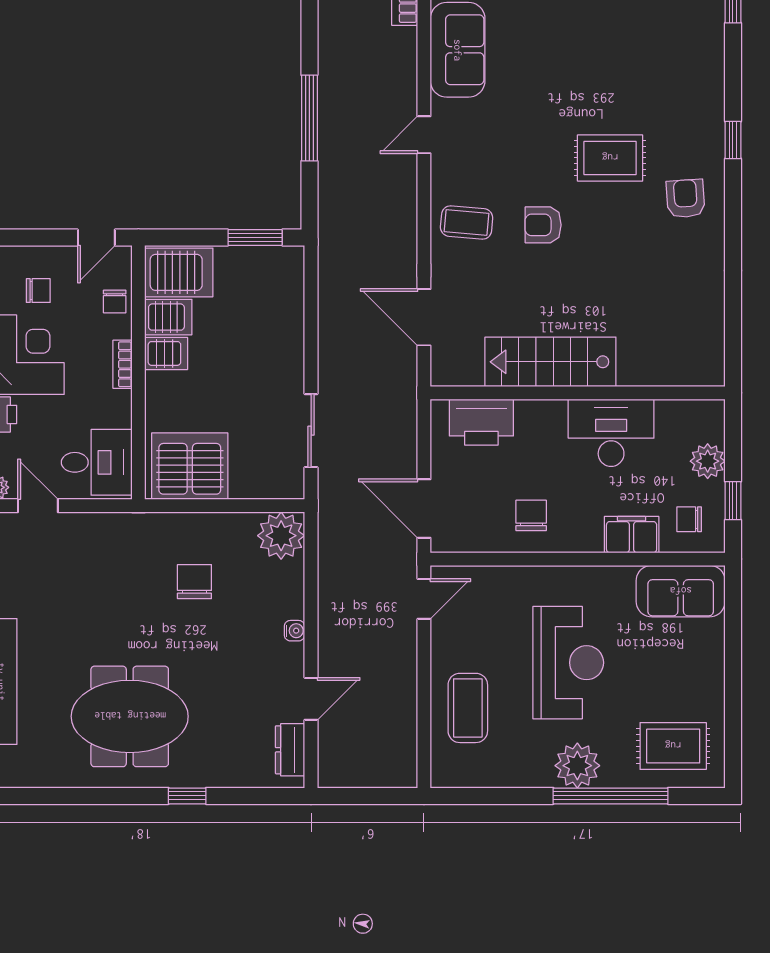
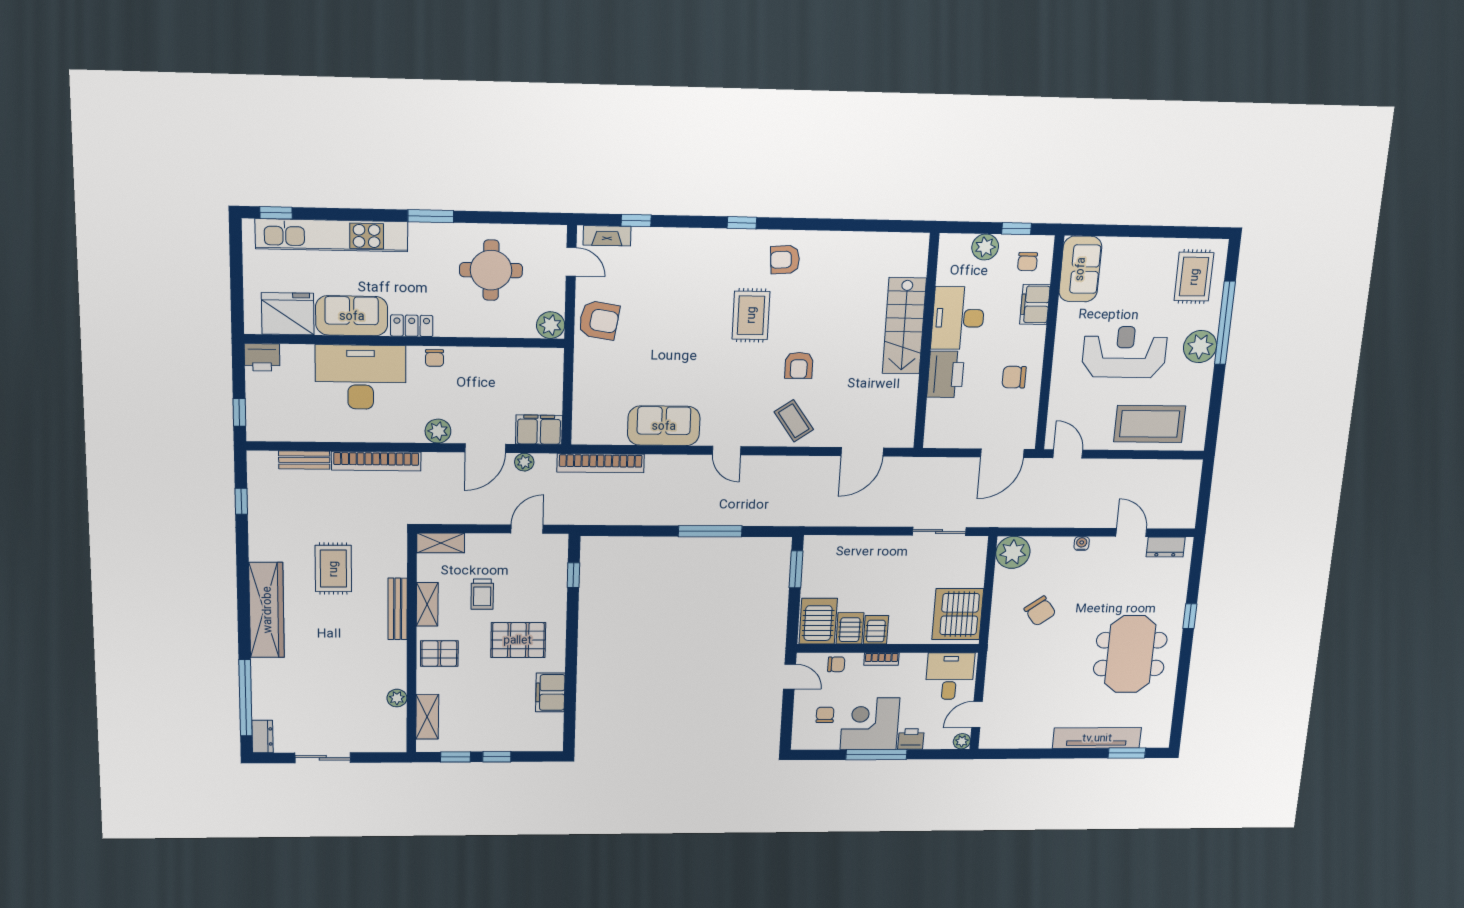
coffee table: (467, 222) -> (794, 421), turned -40
stairs: (550, 362) -> (904, 326), moved
printer: (481, 422) -> (946, 374), moved
chair: (194, 582) -> (1040, 611), turned -126
coffee table: (468, 708) -> (1150, 424), width x1.36, depth x1.32

